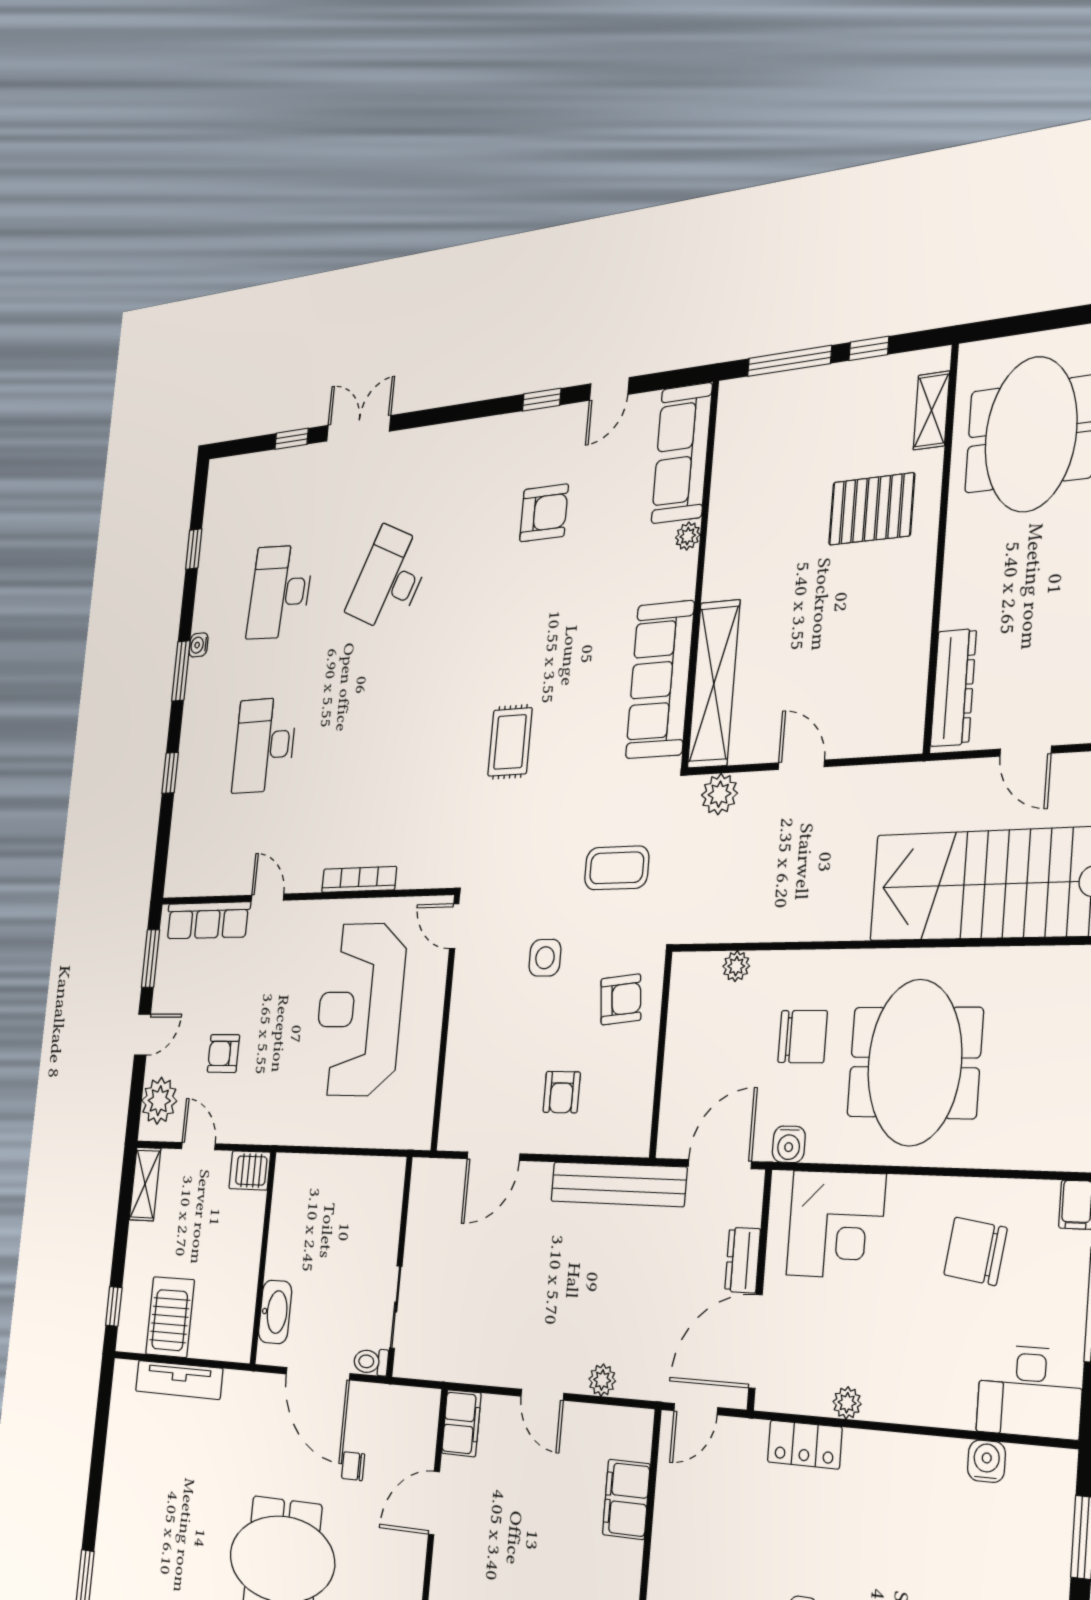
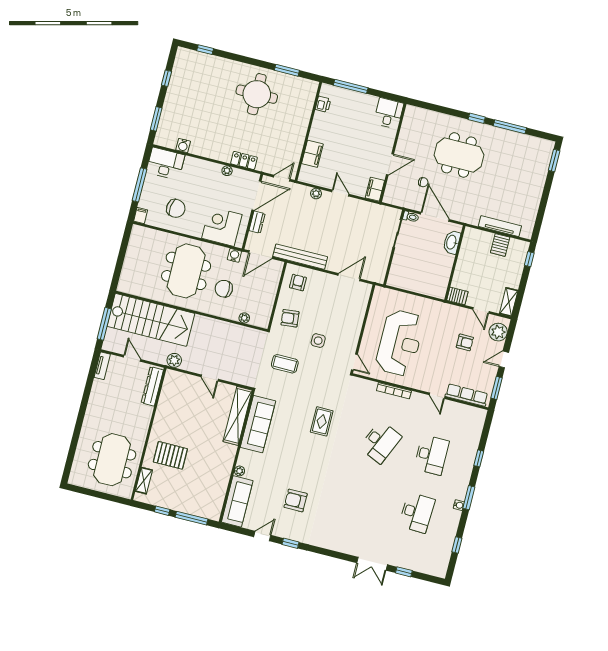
desk: (389, 579) -> (380, 442), moved
plant: (719, 794) -> (174, 360), moved
armchair: (562, 1092) -> (298, 283), moved
server rack: (170, 1317) -> (500, 245), width x0.73, depth x0.70

